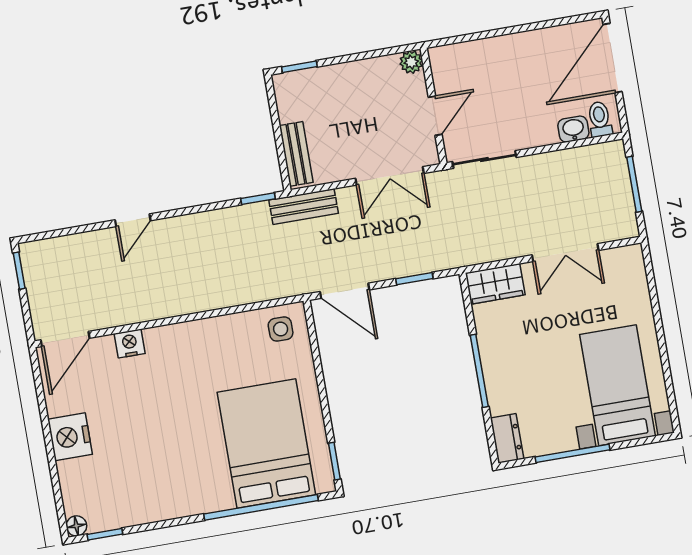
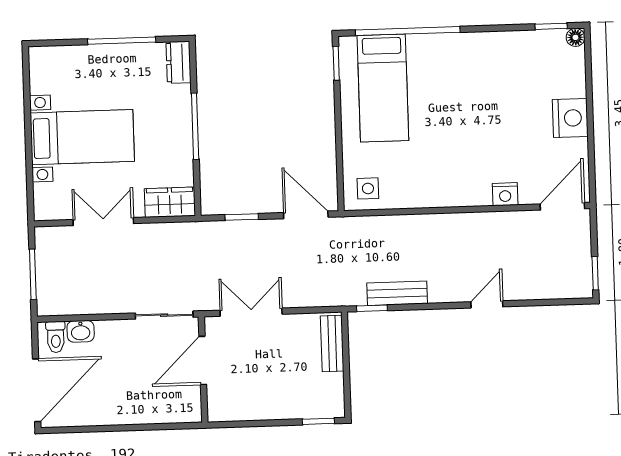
plant: (411, 62) -> (218, 412), removed
door: (435, 116) -> (203, 360), width x1.37
bench: (304, 207) -> (397, 293), moved
bed with nightstands: (617, 385) -> (82, 137), moved, turned -90
bed: (266, 444) -> (383, 88), width x0.67

